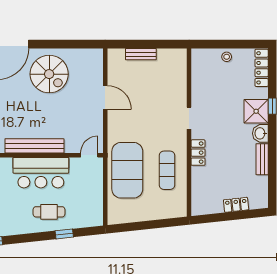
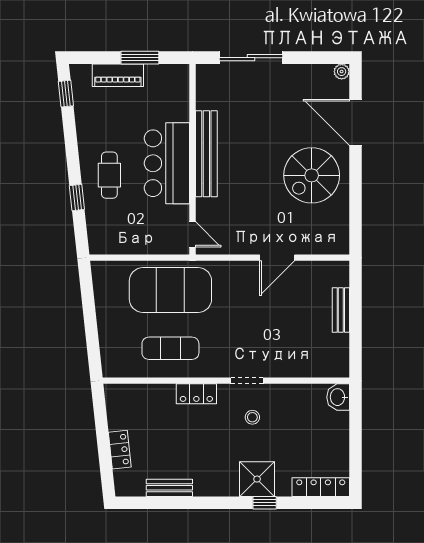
stool: (227, 57) -> (252, 417), moved
washbasin: (260, 133) -> (338, 397), moved, turned -90
bench: (262, 159) -> (169, 488), moved

